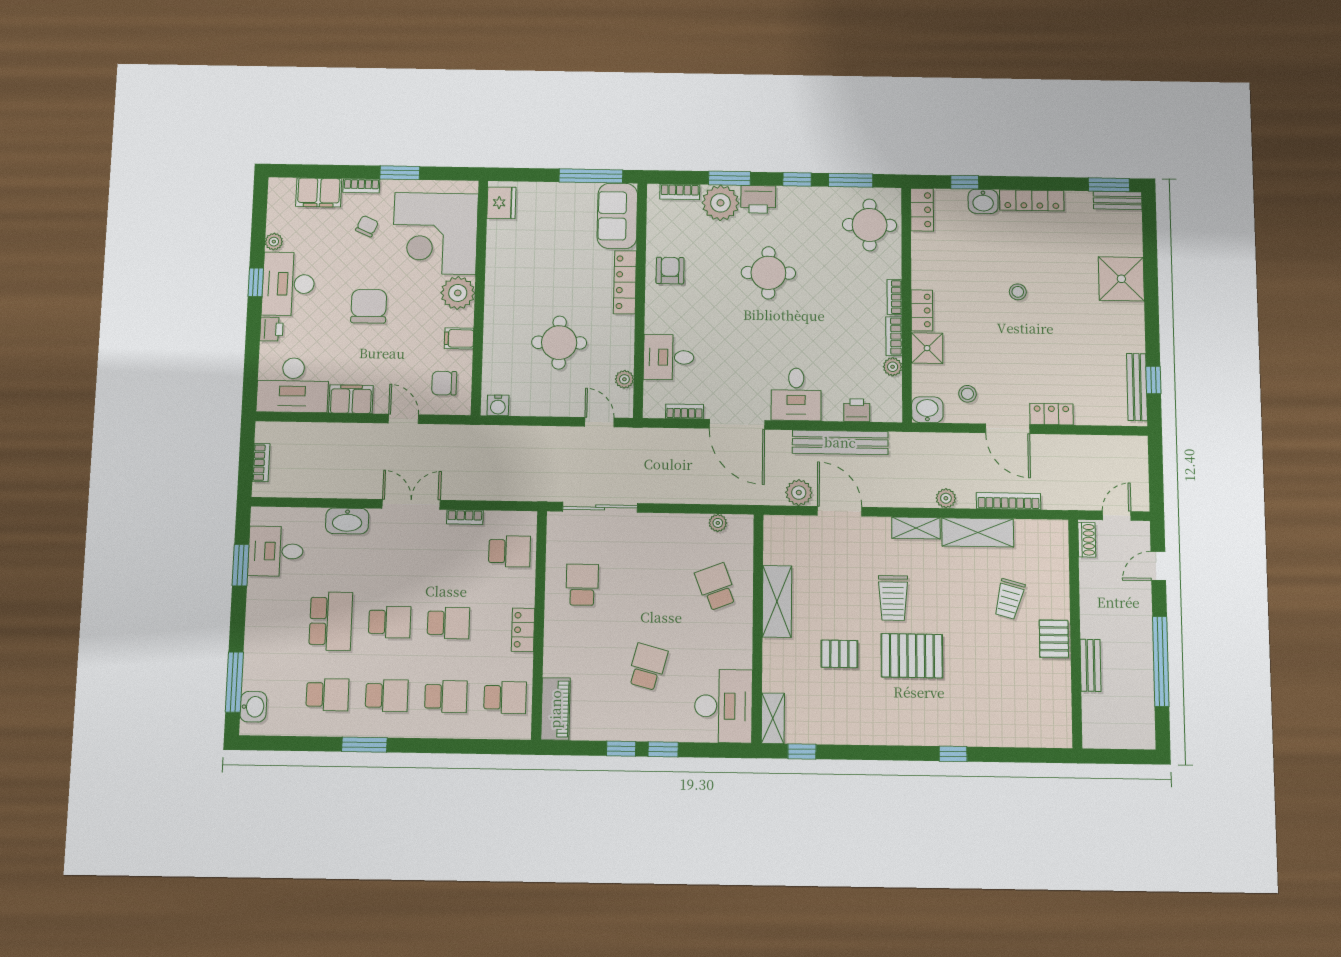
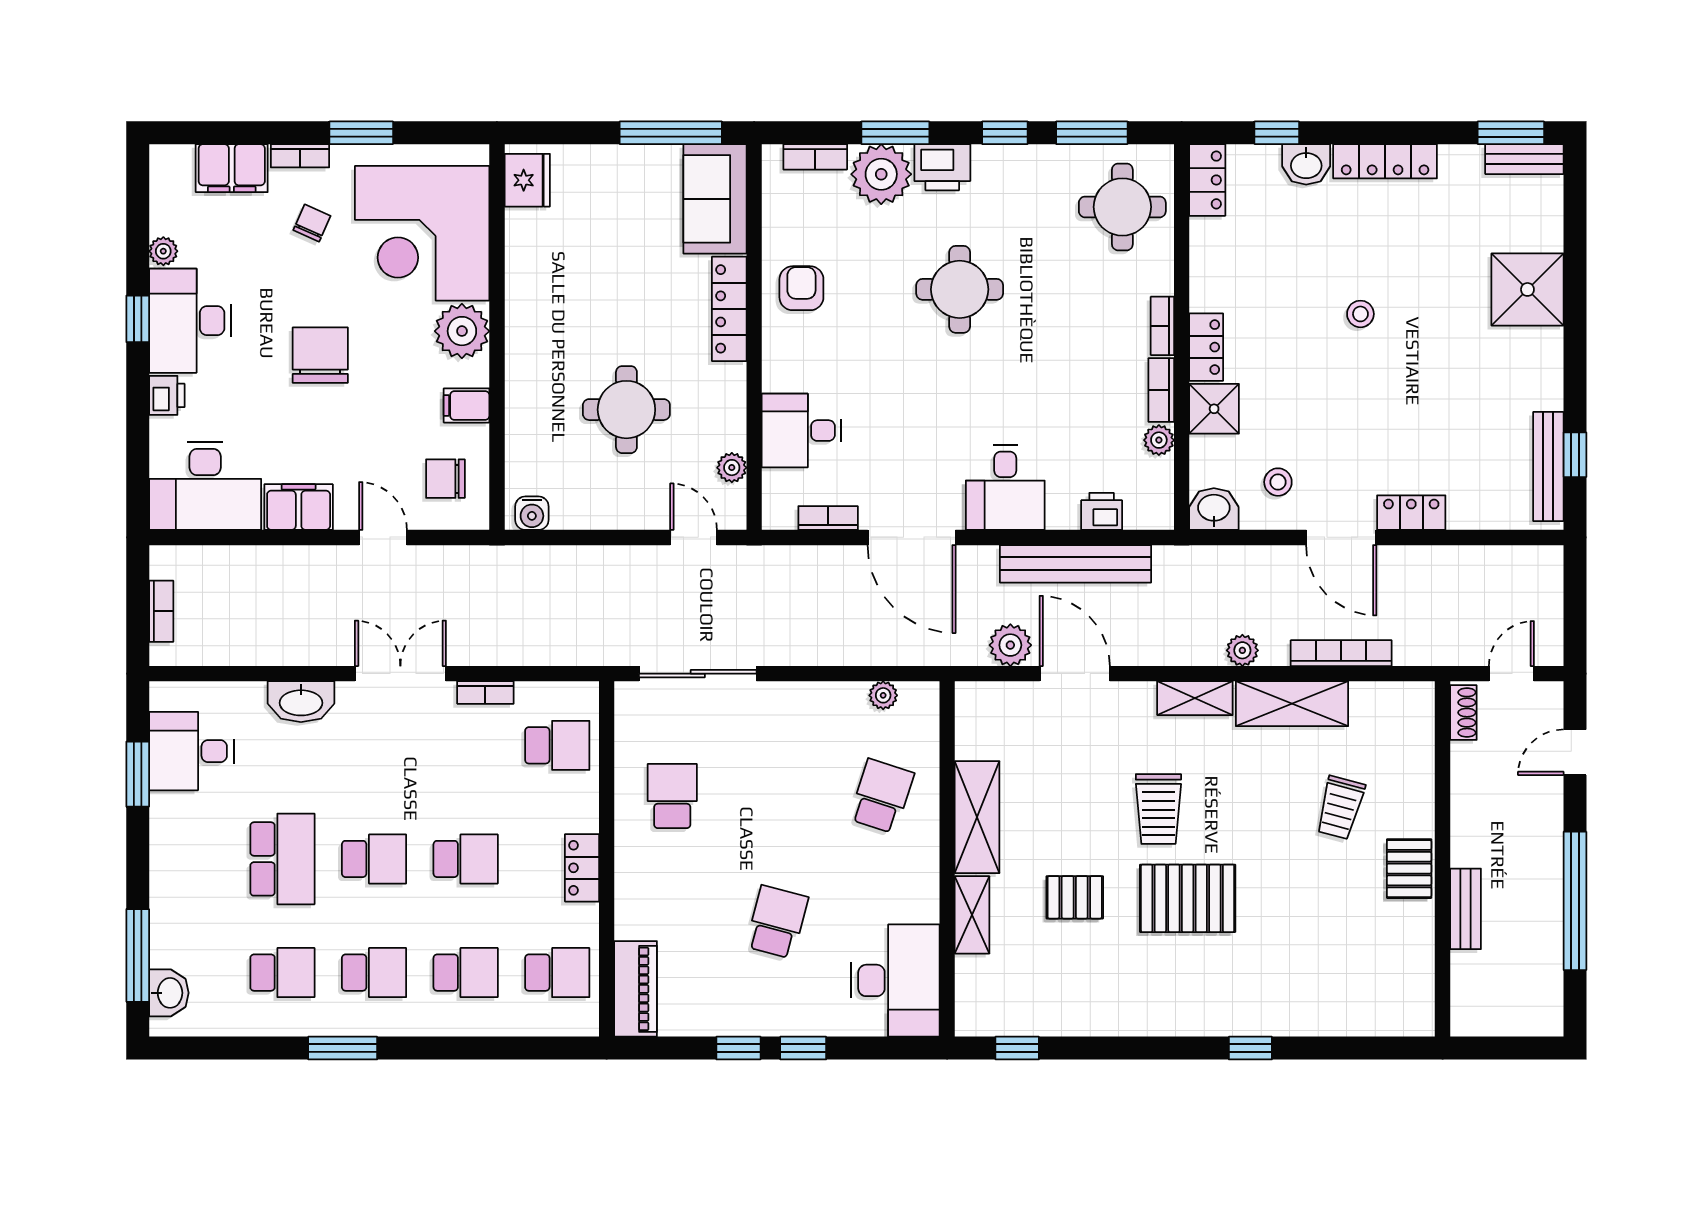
school desk: (716, 587) -> (881, 796), turned 39
shelving: (773, 718) -> (972, 915), moved

